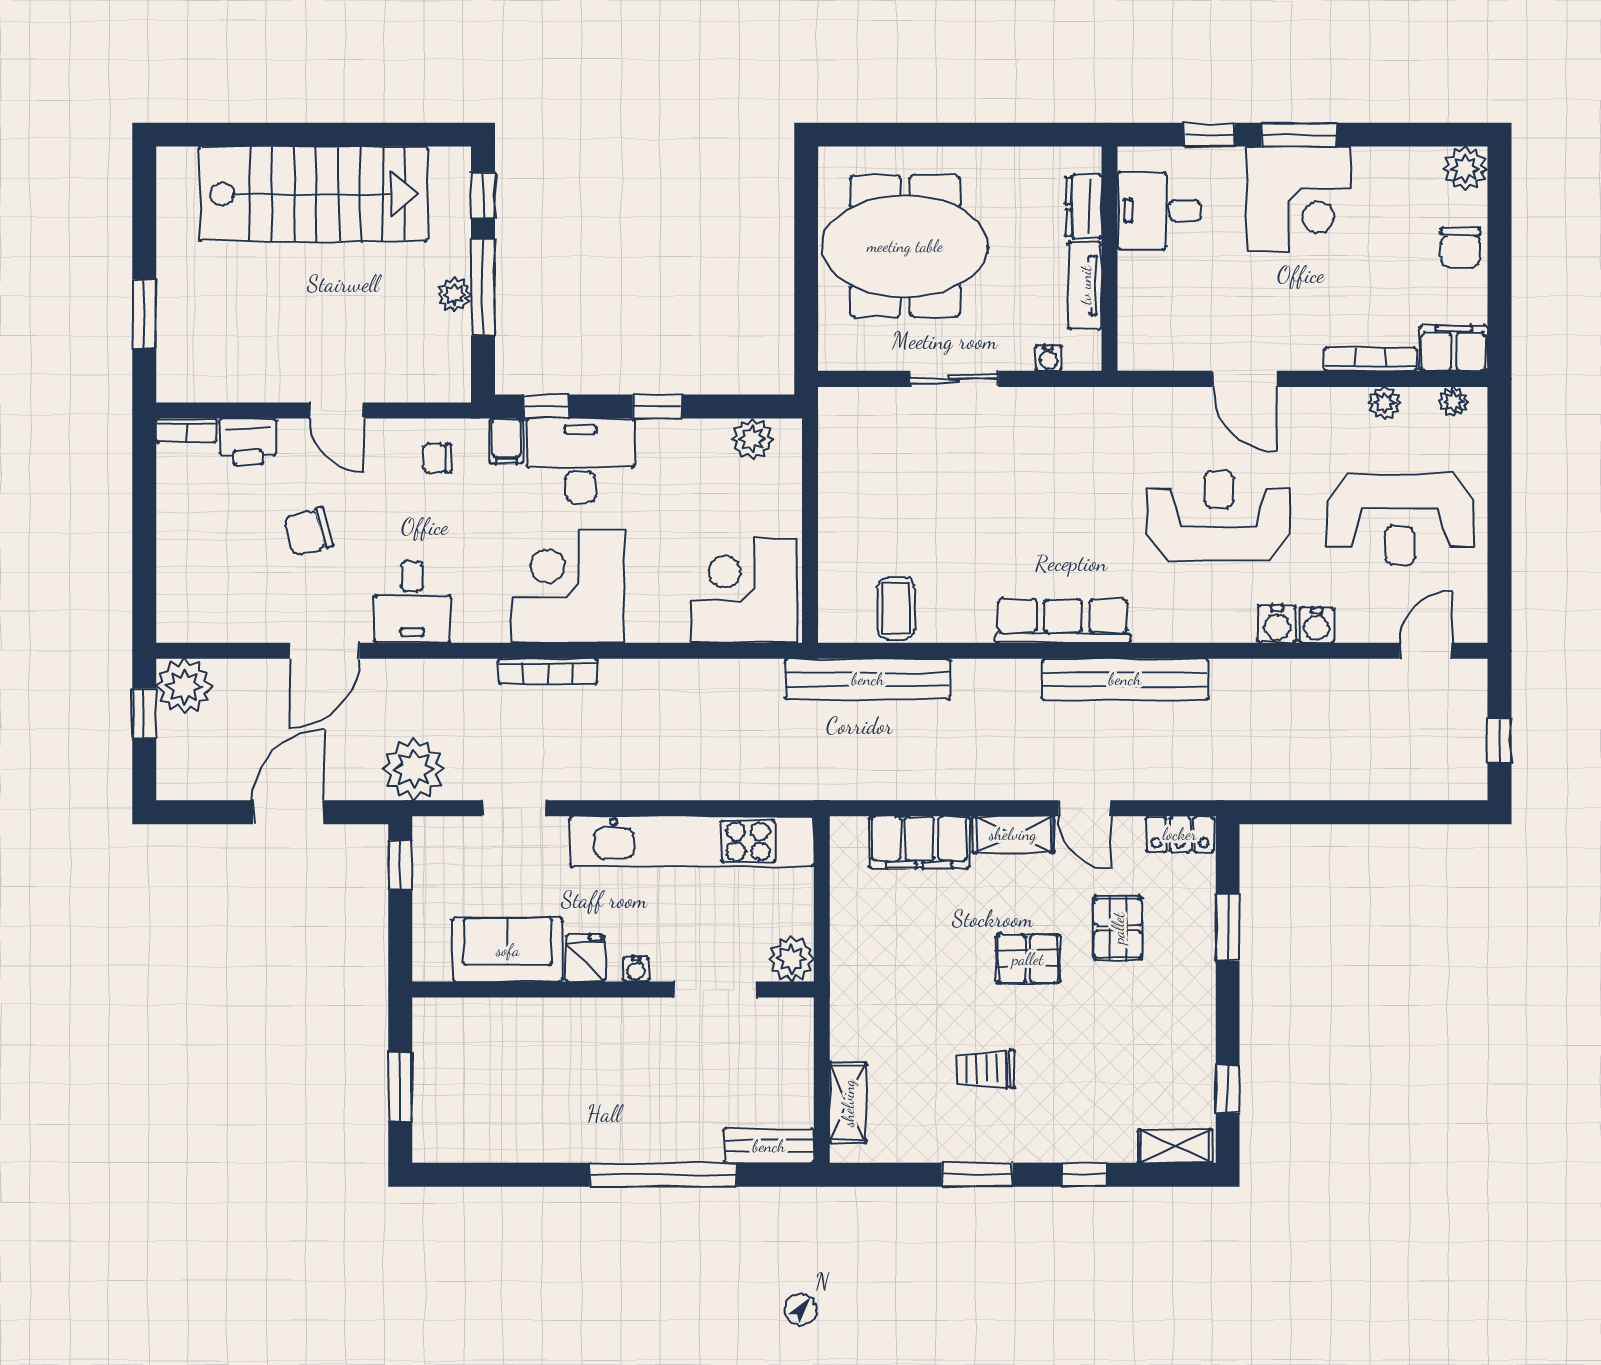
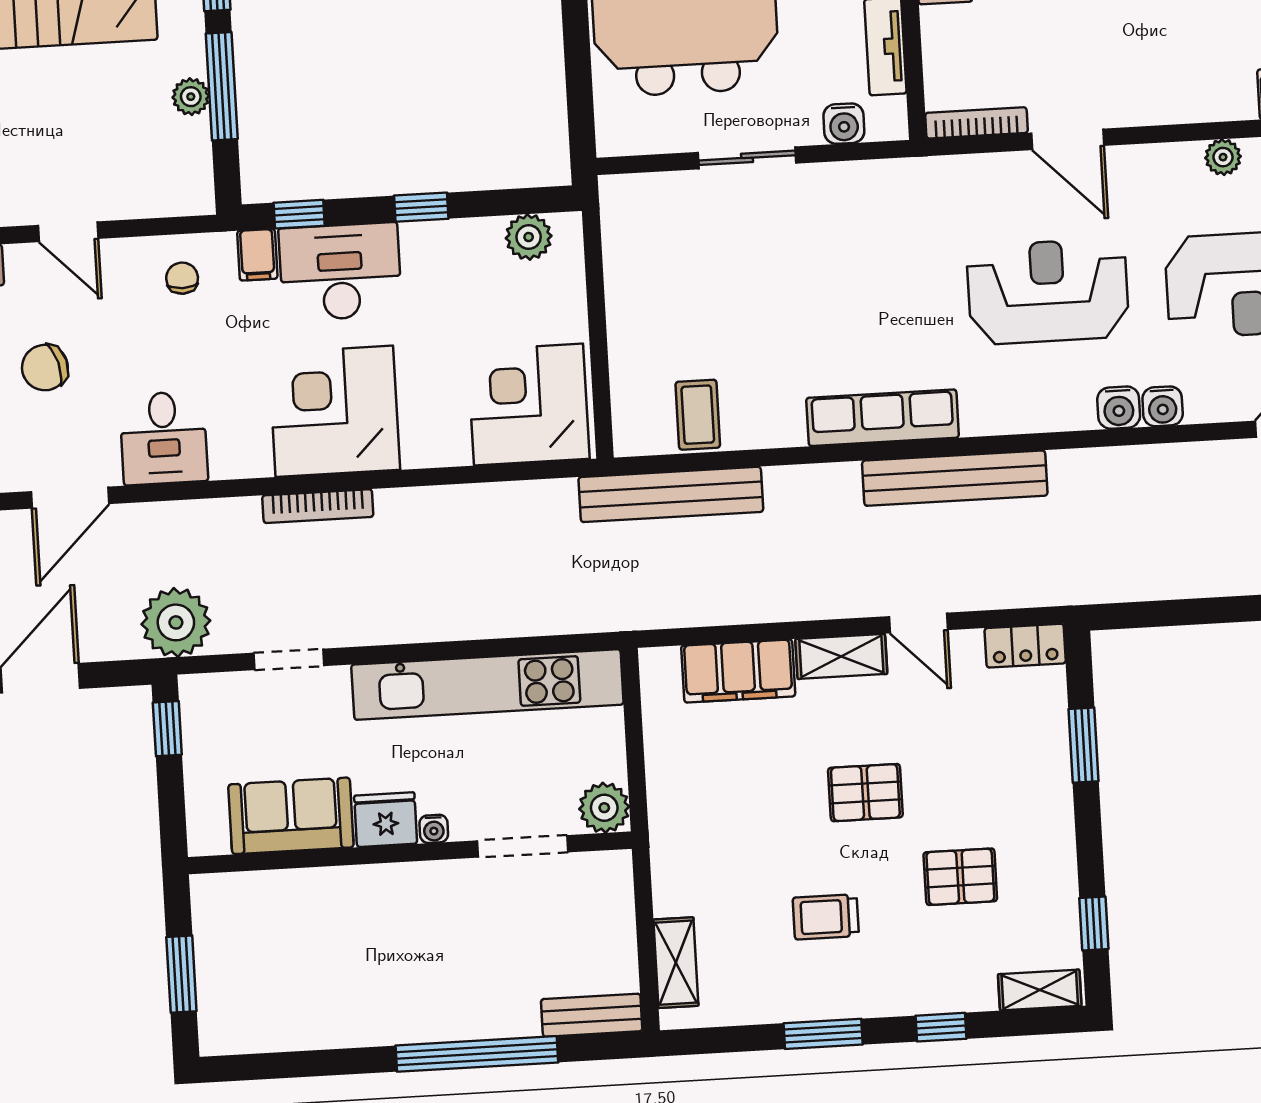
water cooler: (1048, 358) -> (844, 124), width x1.38, depth x1.38
bookcase: (1371, 359) -> (976, 123), moved
chair: (437, 458) -> (182, 278), turned 90
pallet: (1118, 928) -> (960, 877), moved, turned 90
fridge: (585, 958) -> (386, 820), width x1.38

